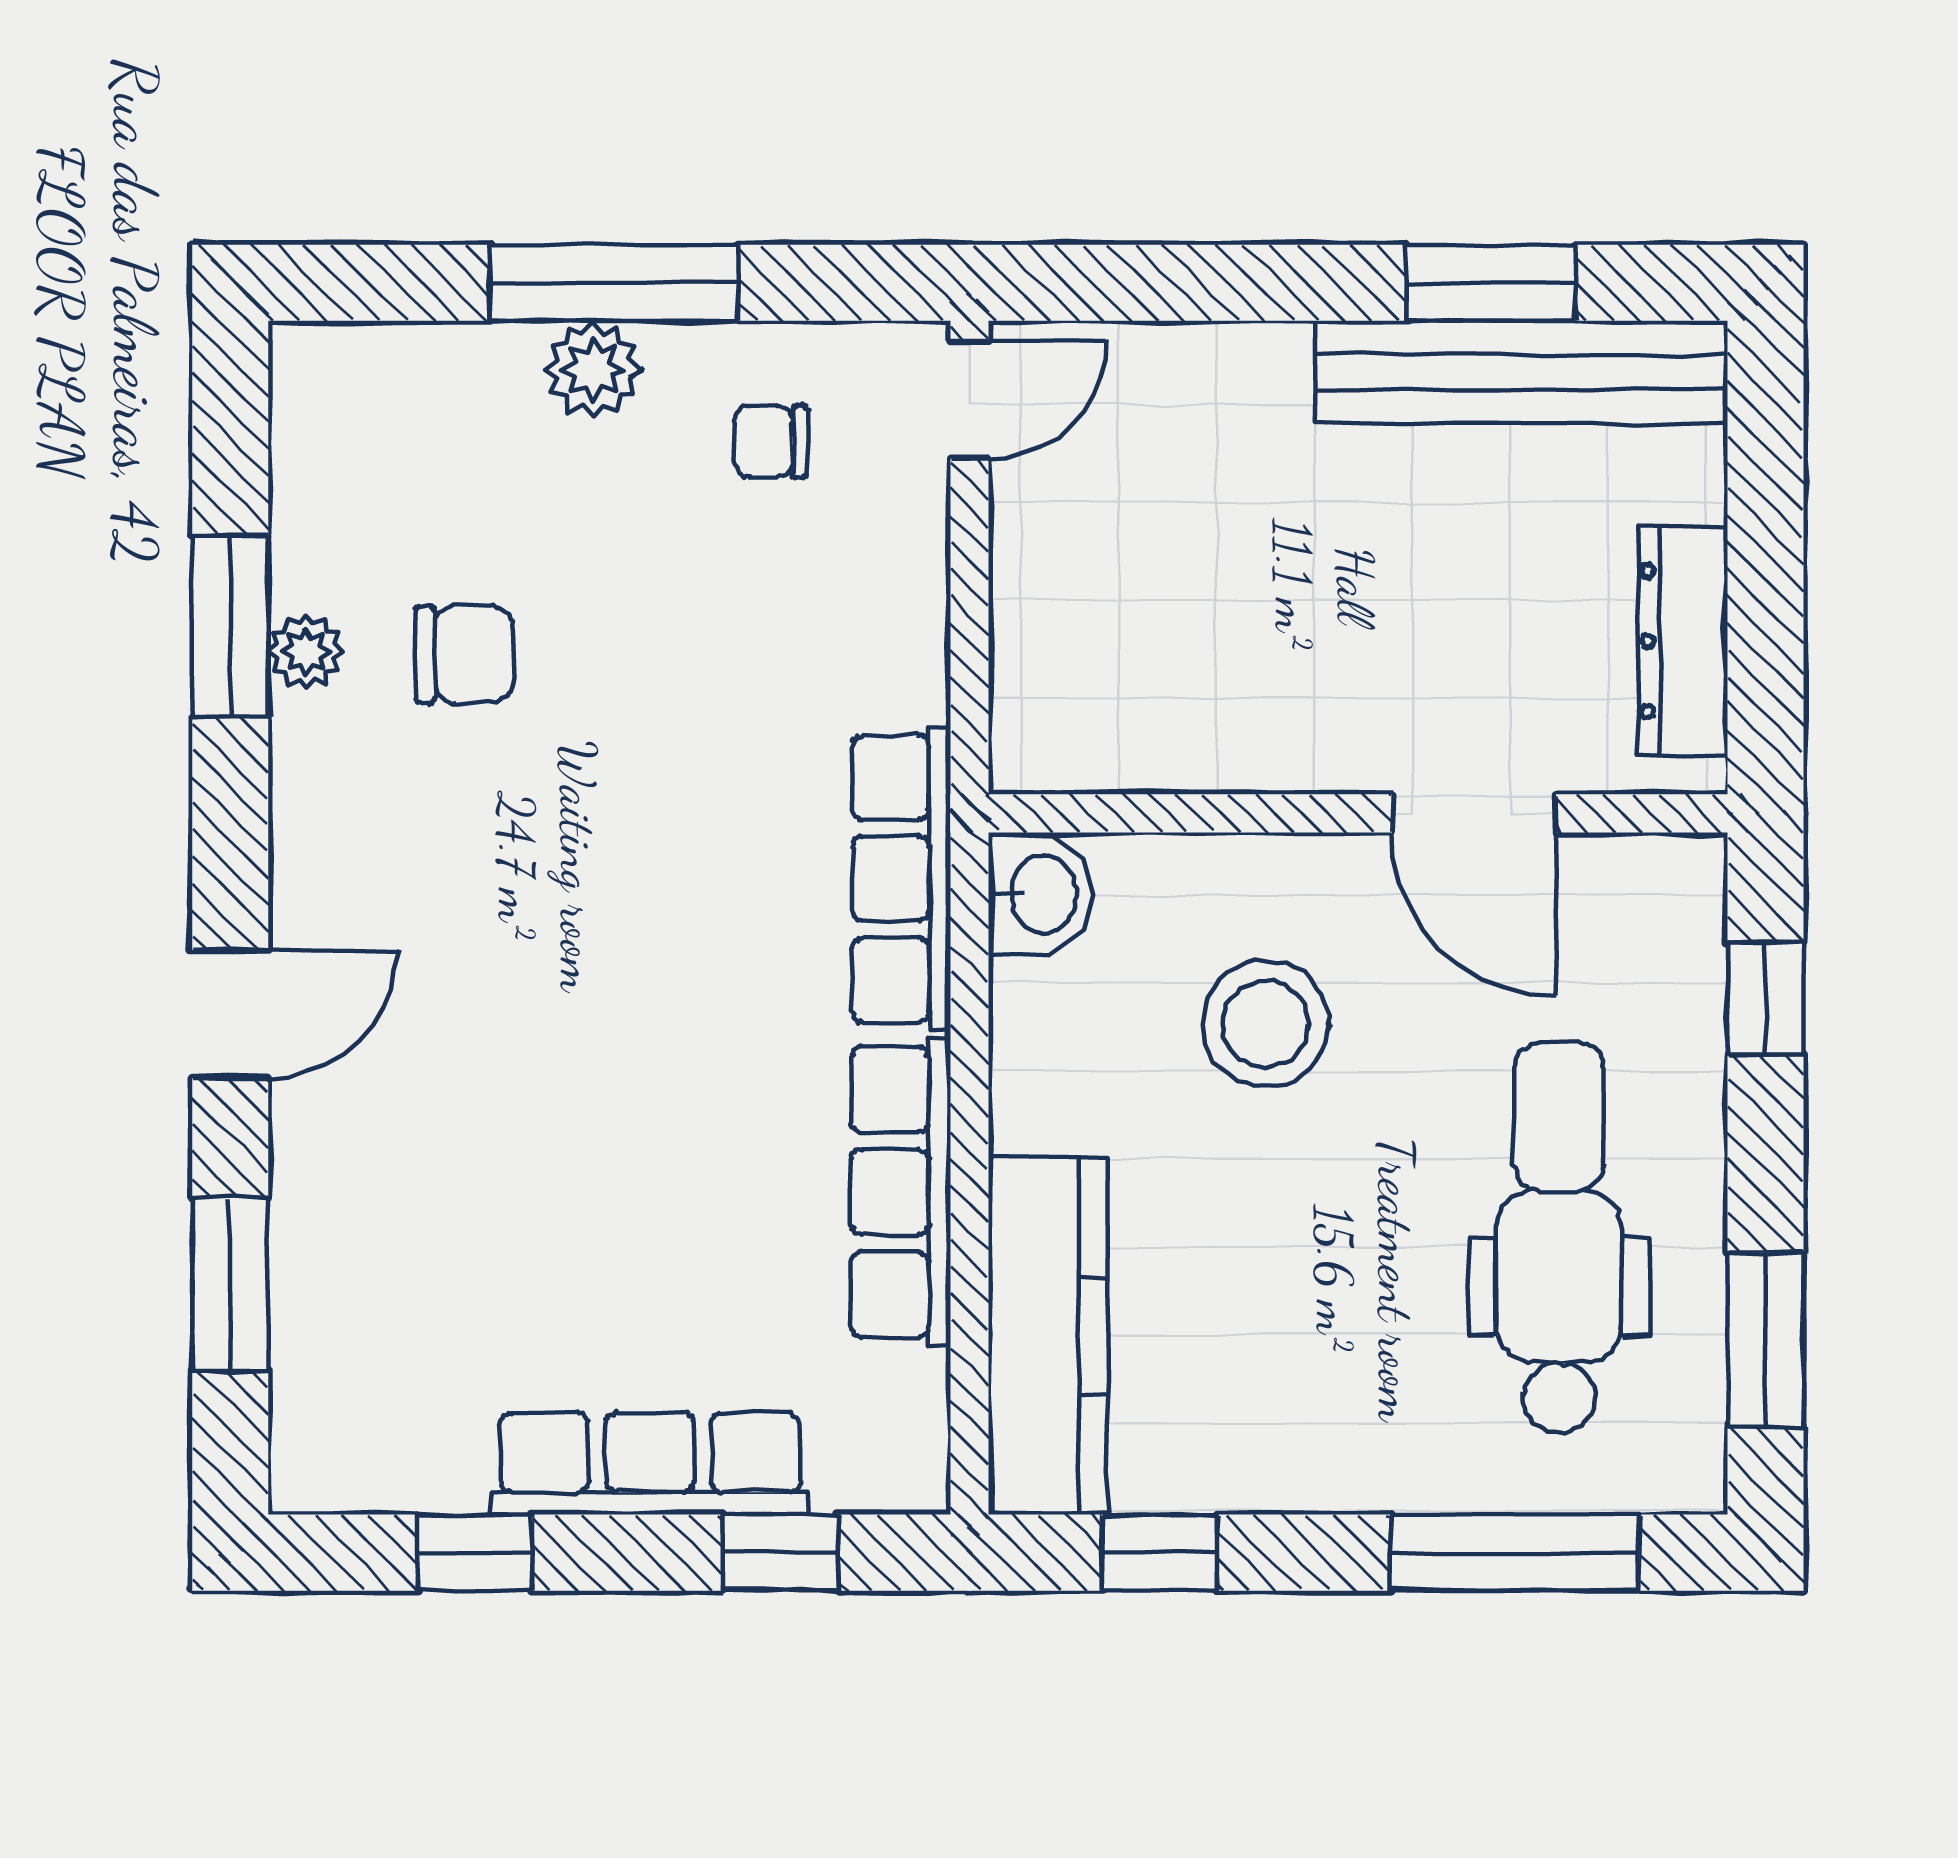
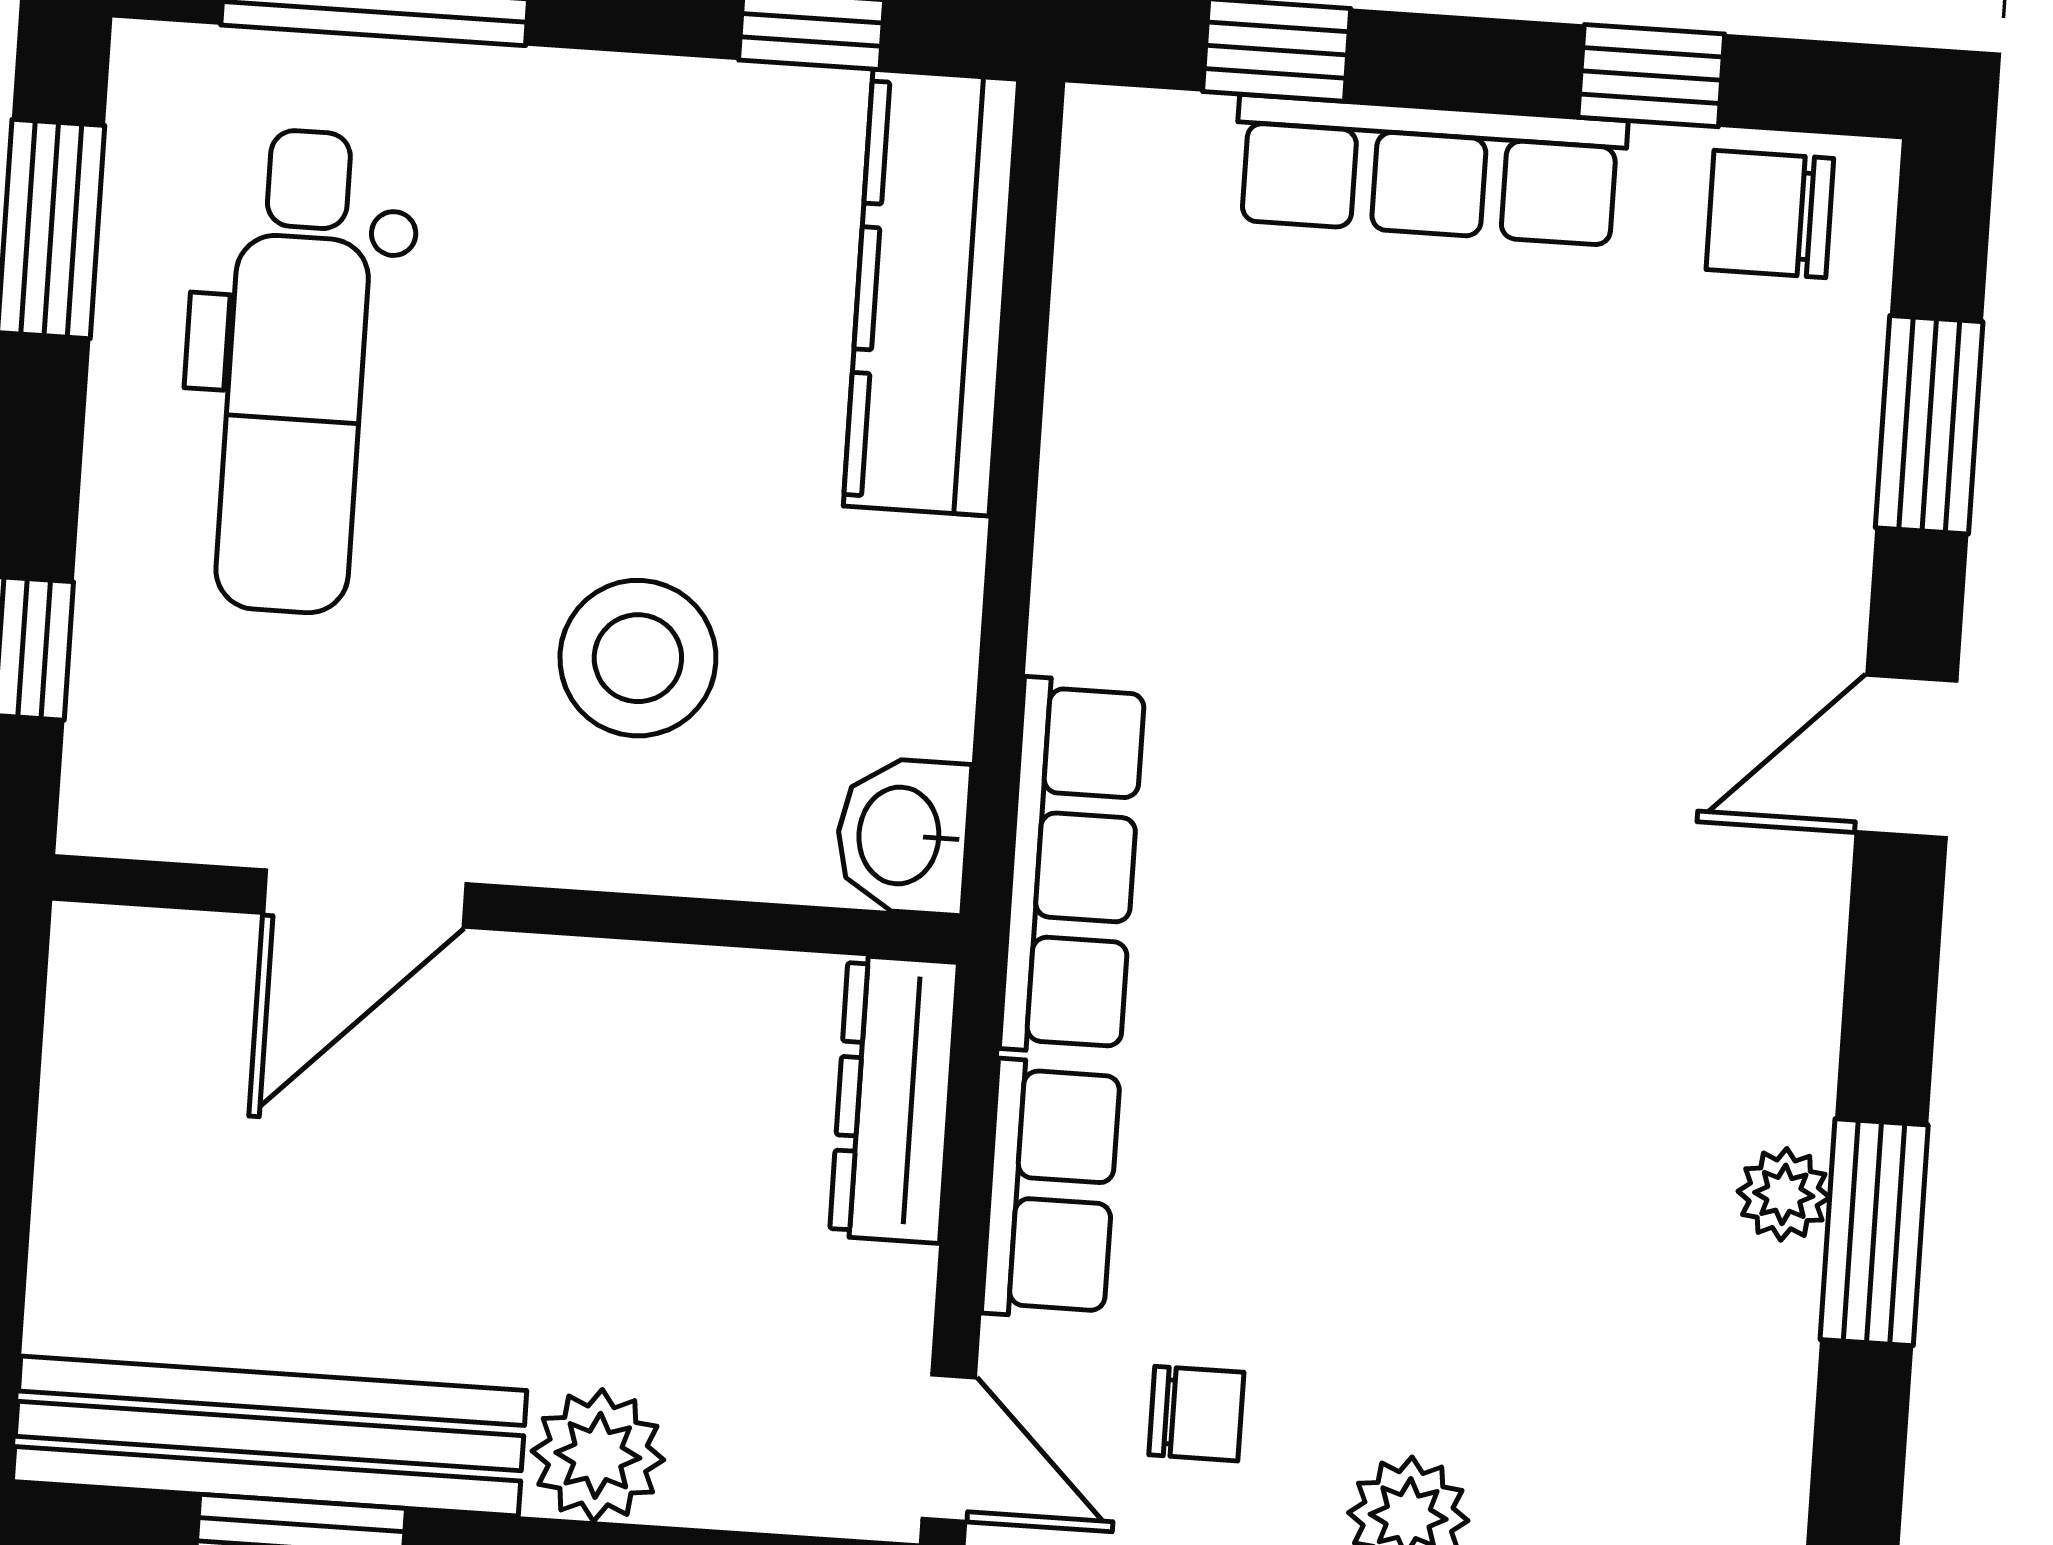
plant: (1254, 374) -> (598, 1455), added
door: (970, 400) -> (949, 1448), swing flipped
dresser: (1683, 641) -> (894, 1099), moved, turned 180
chair: (464, 654) -> (1770, 214), moved
door: (1474, 813) -> (365, 899), swing flipped
row of seats: (901, 1192) -> (1051, 1190), moved, width x0.68

